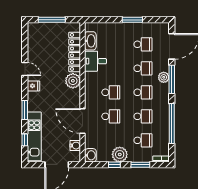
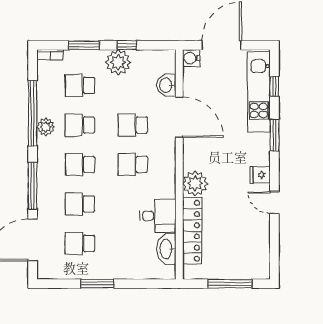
plant: (164, 77) -> (46, 127), moved
water cooler: (75, 146) -> (191, 58), moved
washbasin: (90, 155) -> (166, 85), moved

